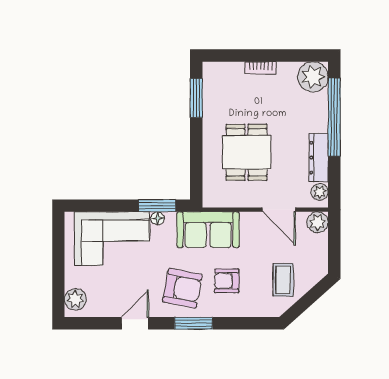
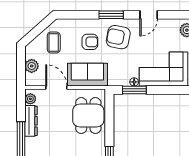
dining table: (246, 152) -> (88, 116), moved
plant: (318, 222) -> (32, 66), moved
sofa: (208, 230) -> (87, 75), moved

